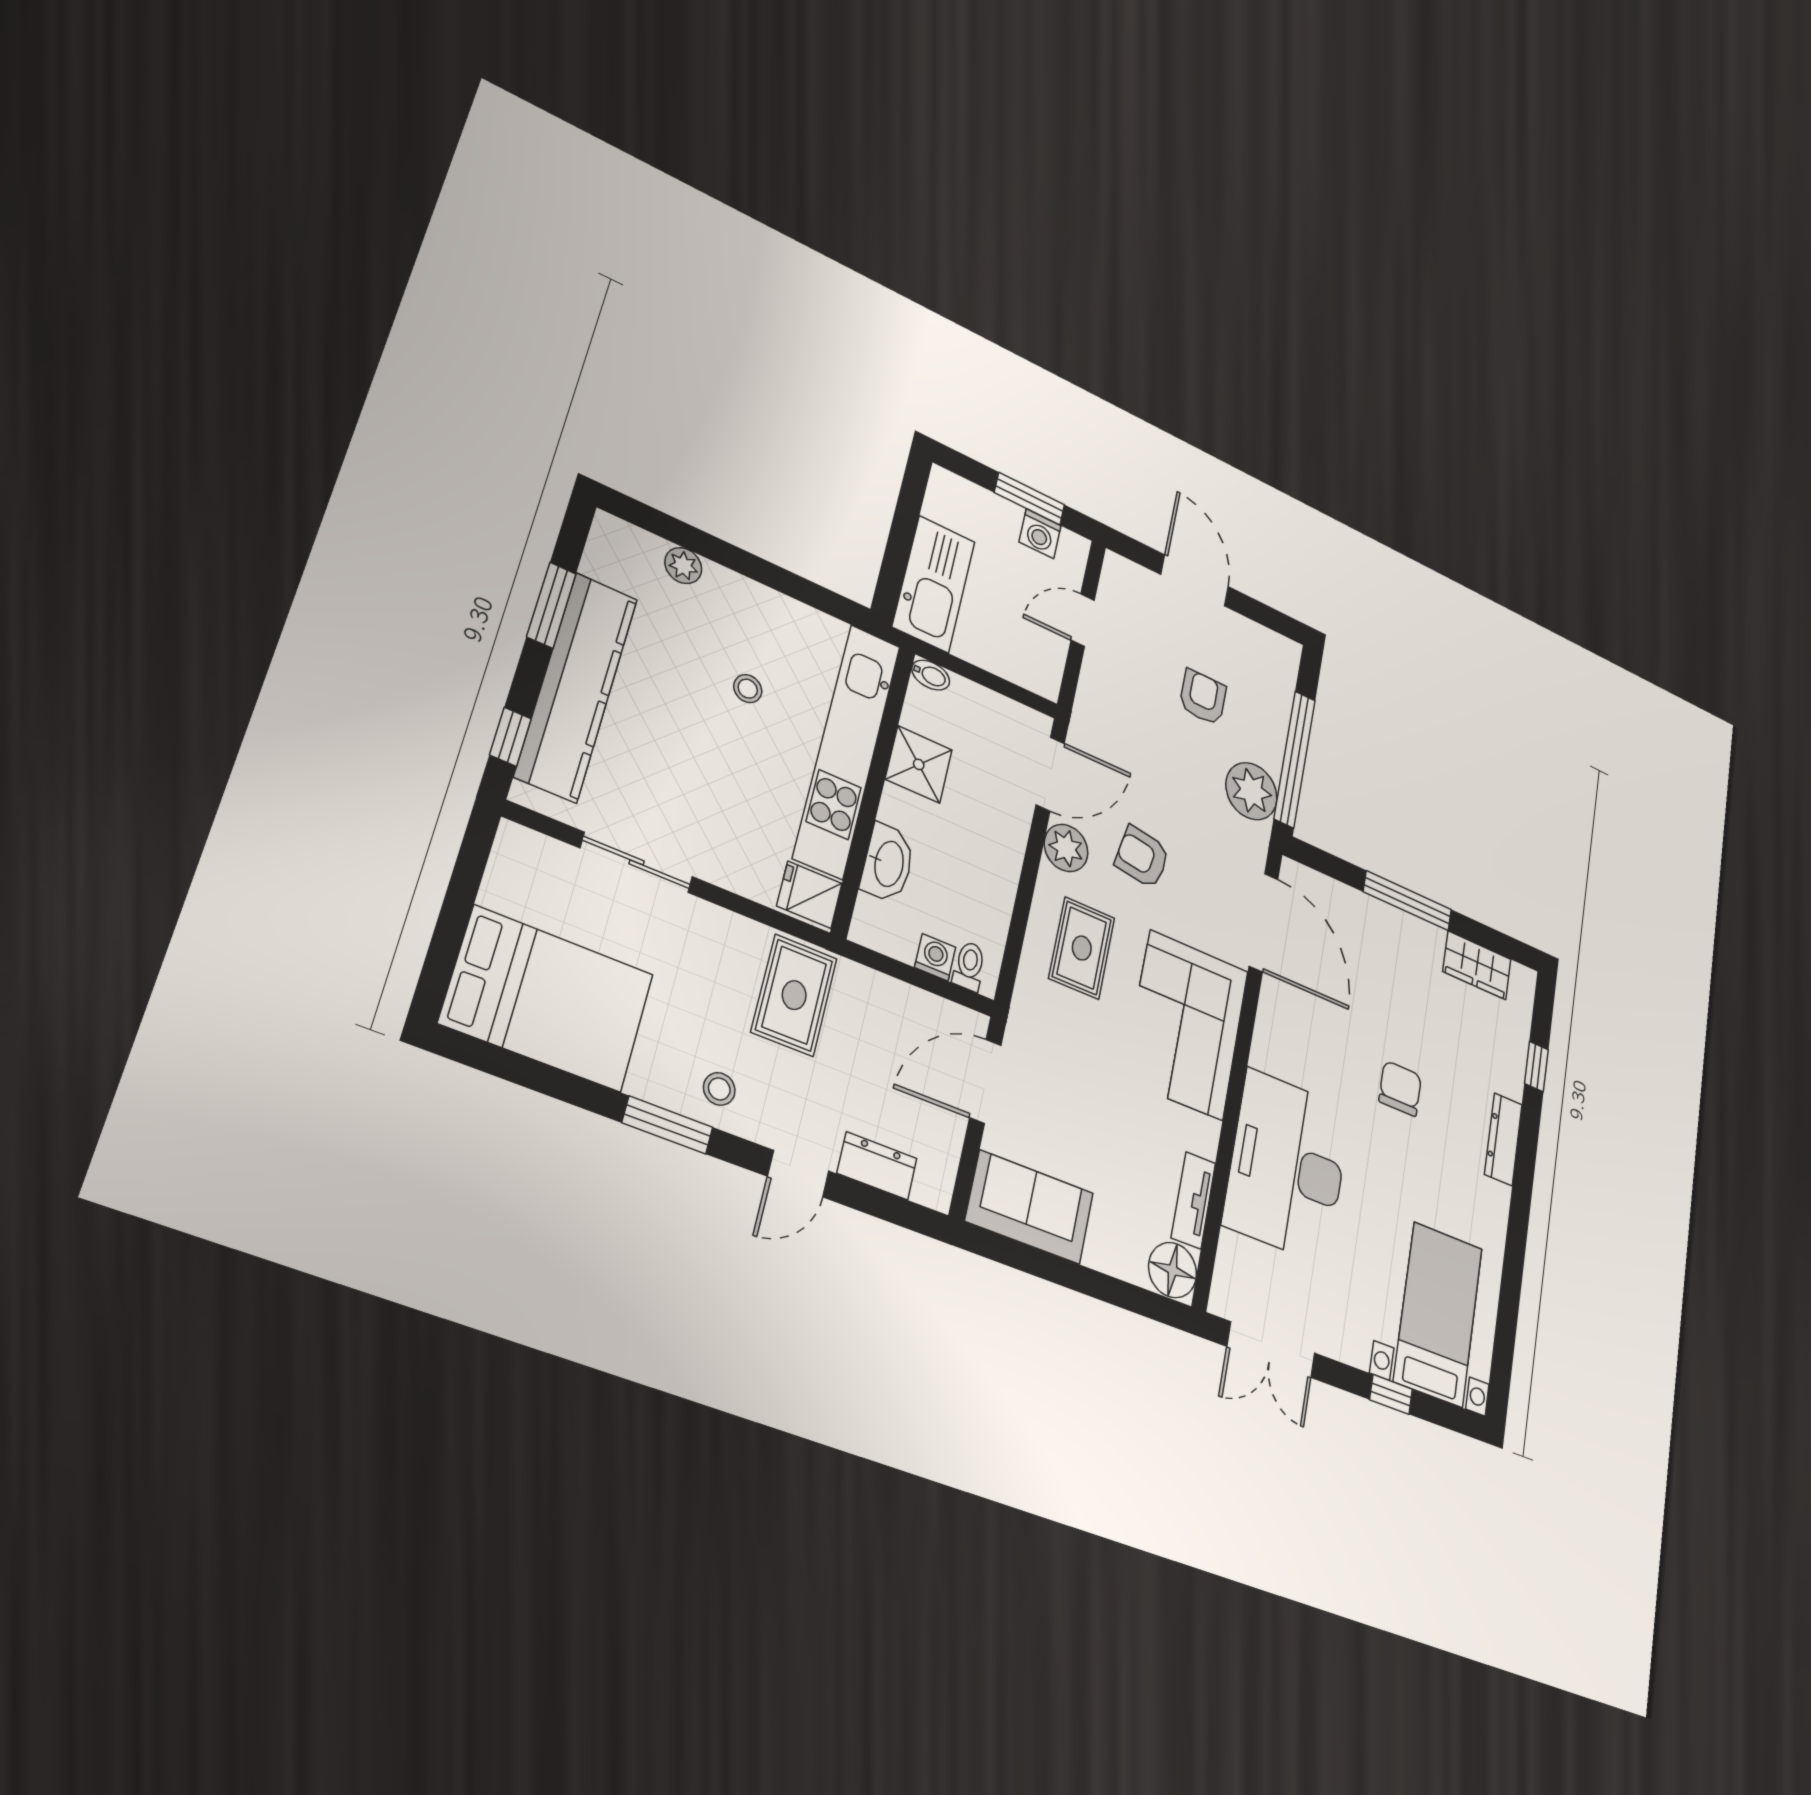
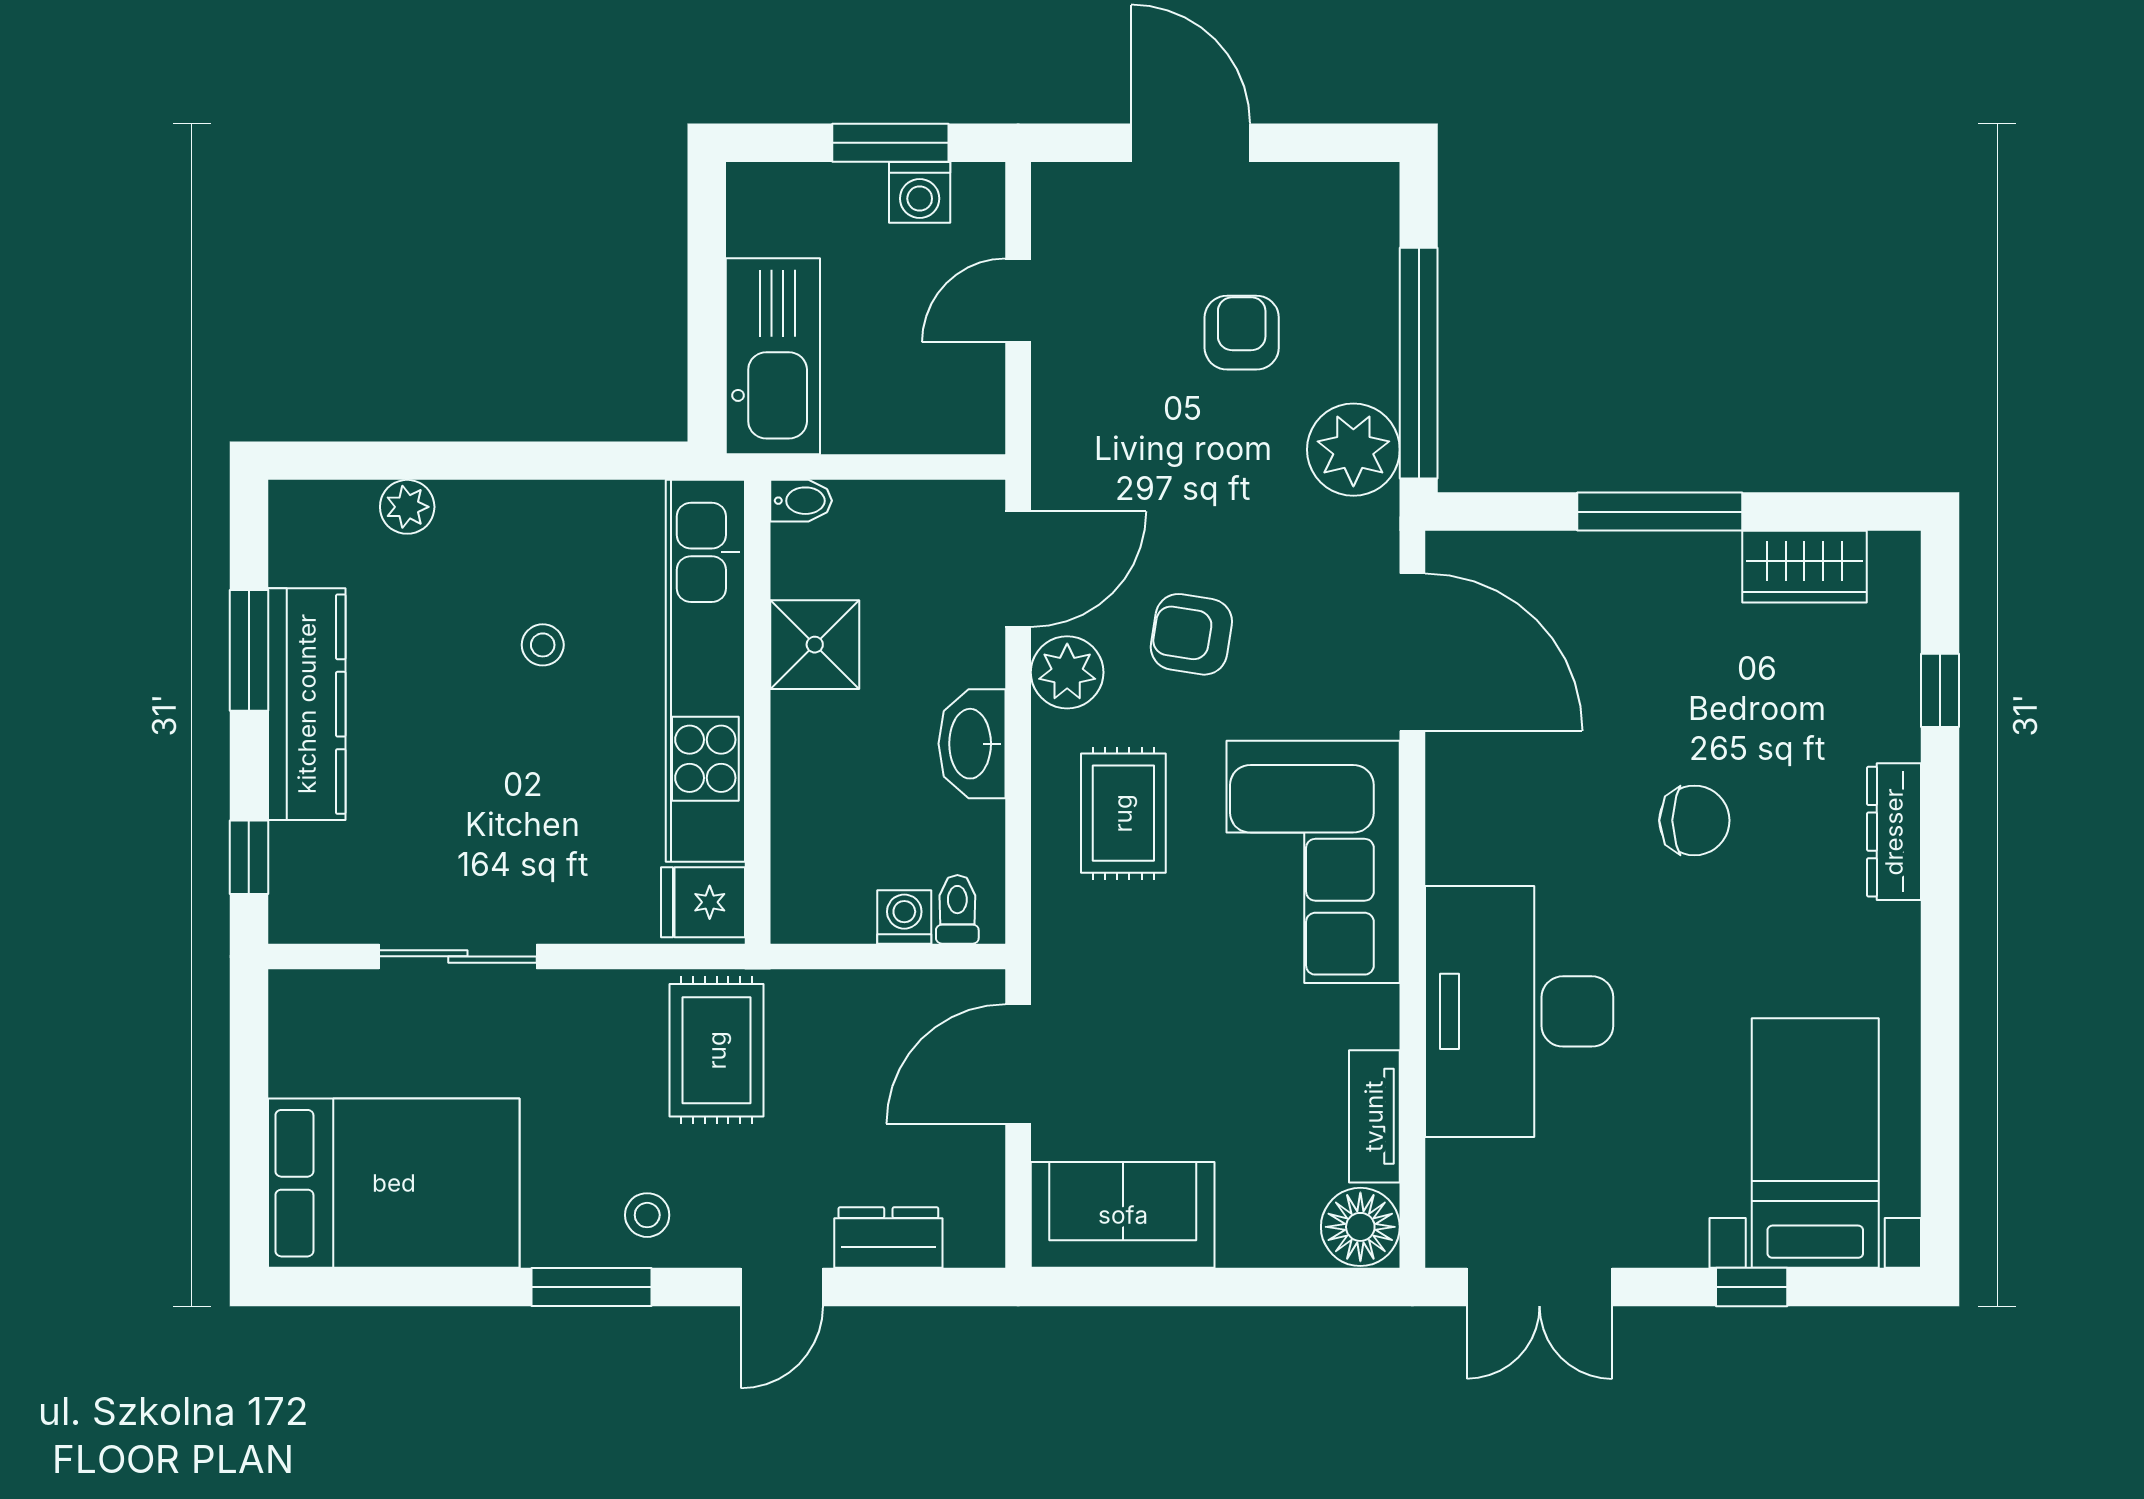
kitchen counter: (576, 687) -> (307, 704), width x0.72, depth x0.86
washbasin: (888, 863) -> (972, 744), moved, turned 180
chair: (1400, 1088) -> (1694, 820), turned 90

